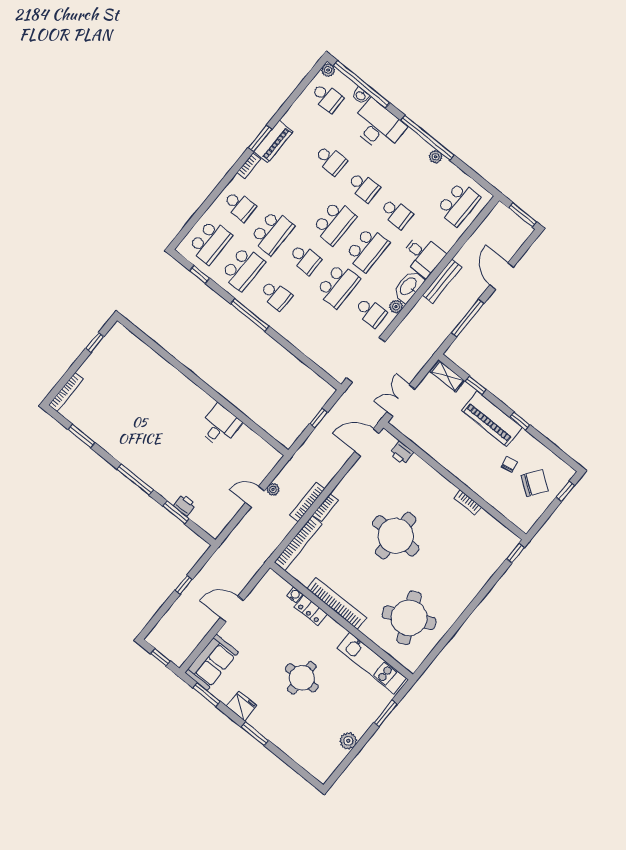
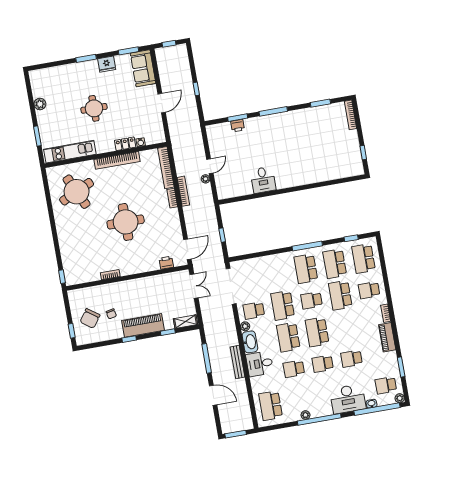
window: (260, 138) -> (401, 367), moved
school desk: (276, 295) -> (306, 269), width x1.85

